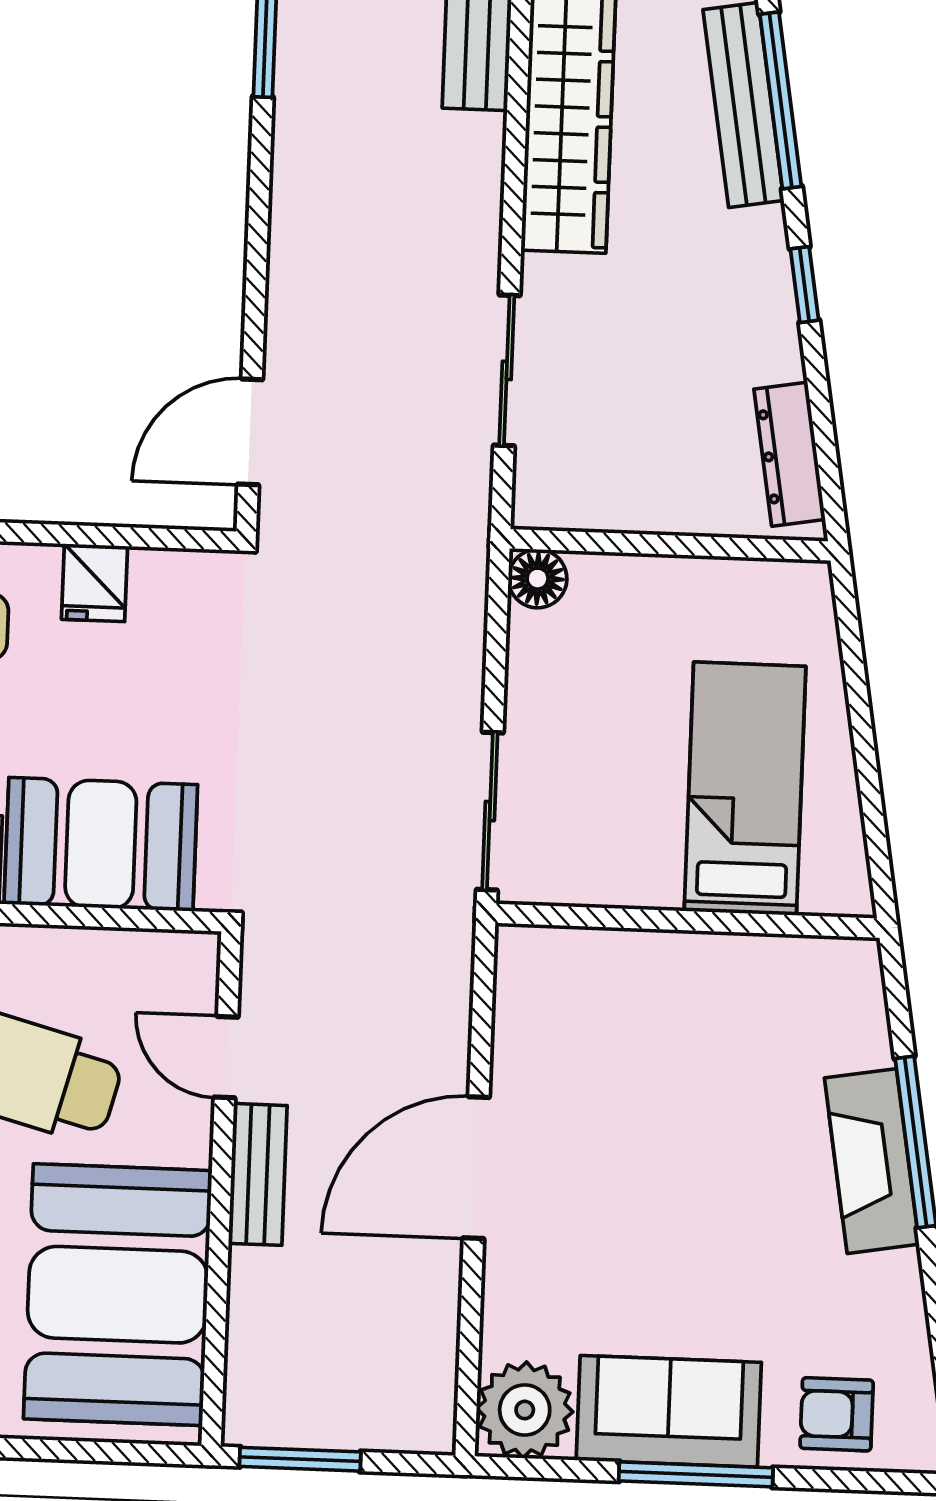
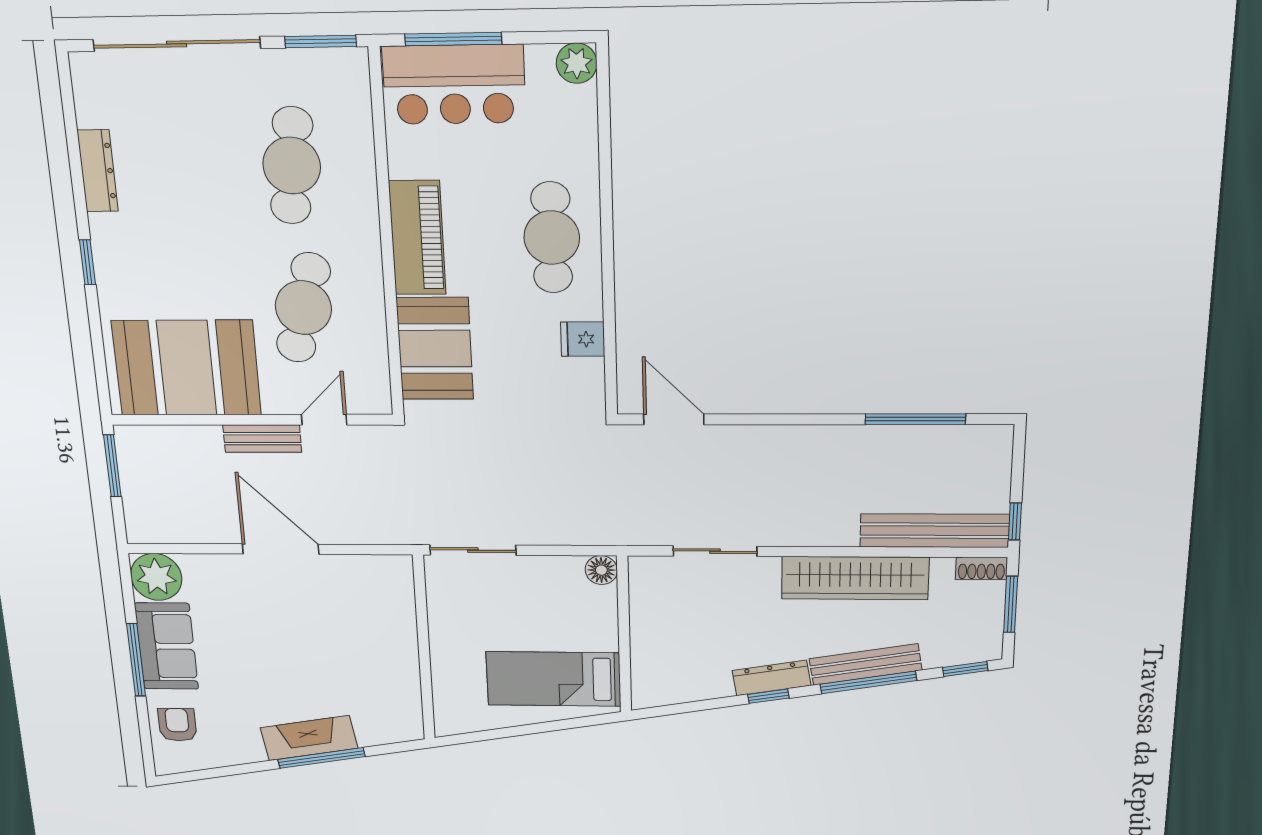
dresser: (790, 454) -> (772, 678), moved
bed: (745, 789) -> (553, 679), moved, turned 180

